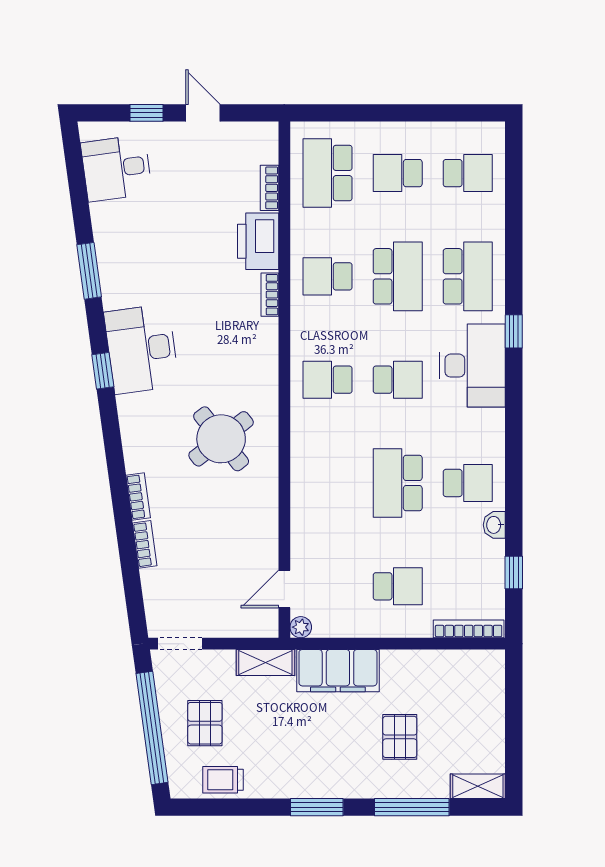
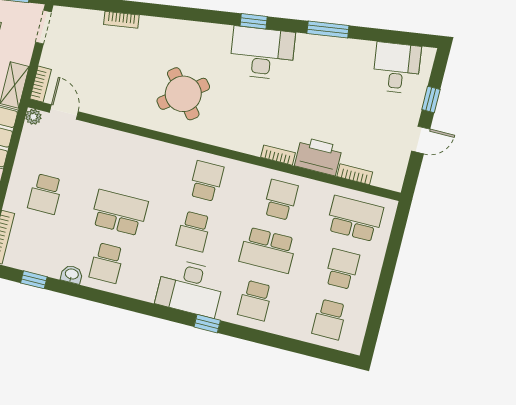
school desk: (468, 276) -> (255, 301), width x0.54
bookcase: (138, 497) -> (41, 84), moved, turned -82

